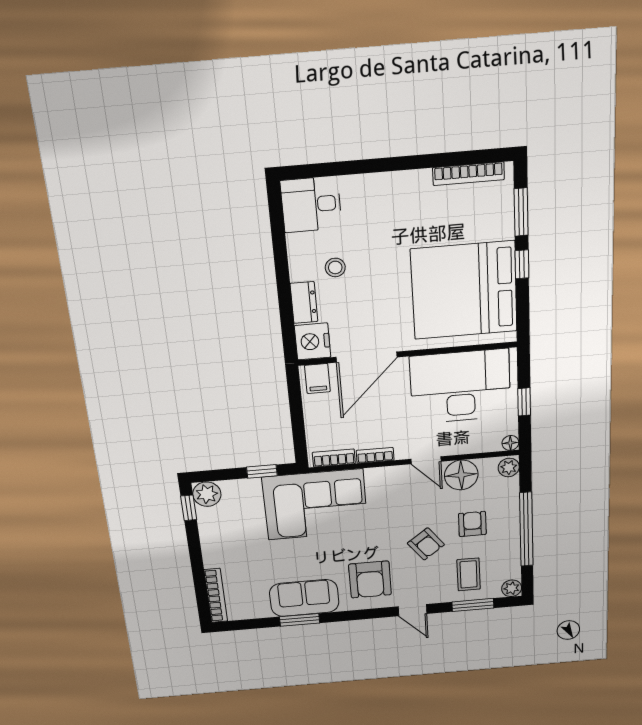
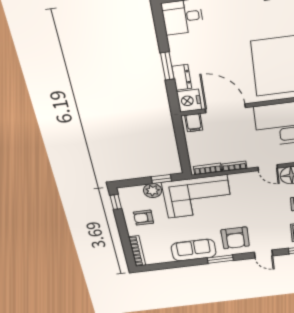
stool: (335, 267) -> (201, 55), removed
window: (283, 283) -> (167, 66), added
door: (366, 357) -> (225, 108), swing flipped
plant: (207, 494) -> (153, 191), moved
armchair: (426, 544) -> (143, 218), moved, turned 127
window: (300, 620) -> (220, 259), moved

